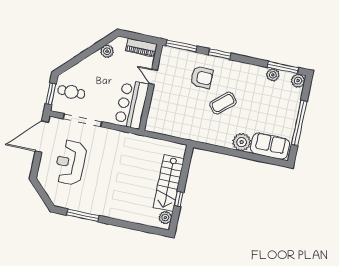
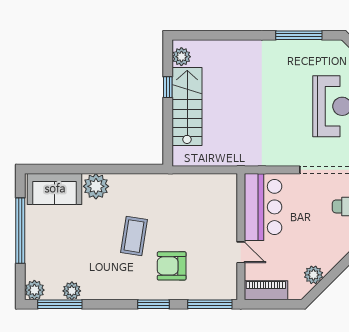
coffee table: (223, 103) -> (134, 236), turned -40

